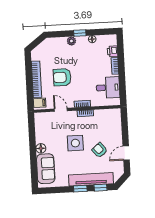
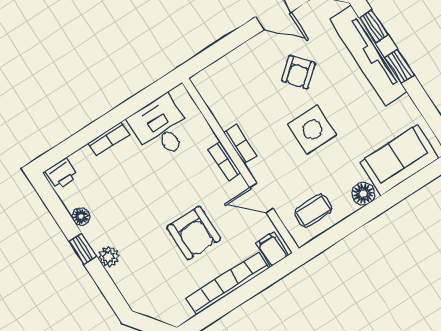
printer: (113, 51) -> (62, 174), moved
door: (61, 110) -> (262, 198), hinge flipped
coffee table: (45, 126) -> (313, 211), added

